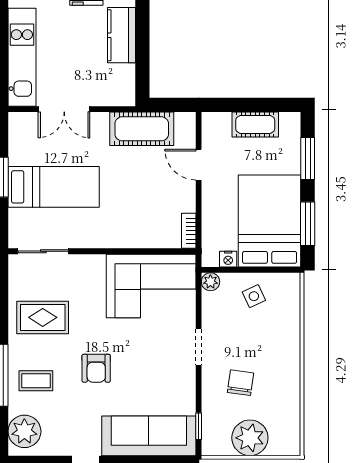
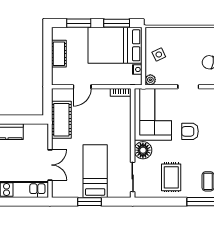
floor lamp: (89, 269) -> (143, 150), added
armchair: (96, 368) -> (190, 131), moved, turned 180

